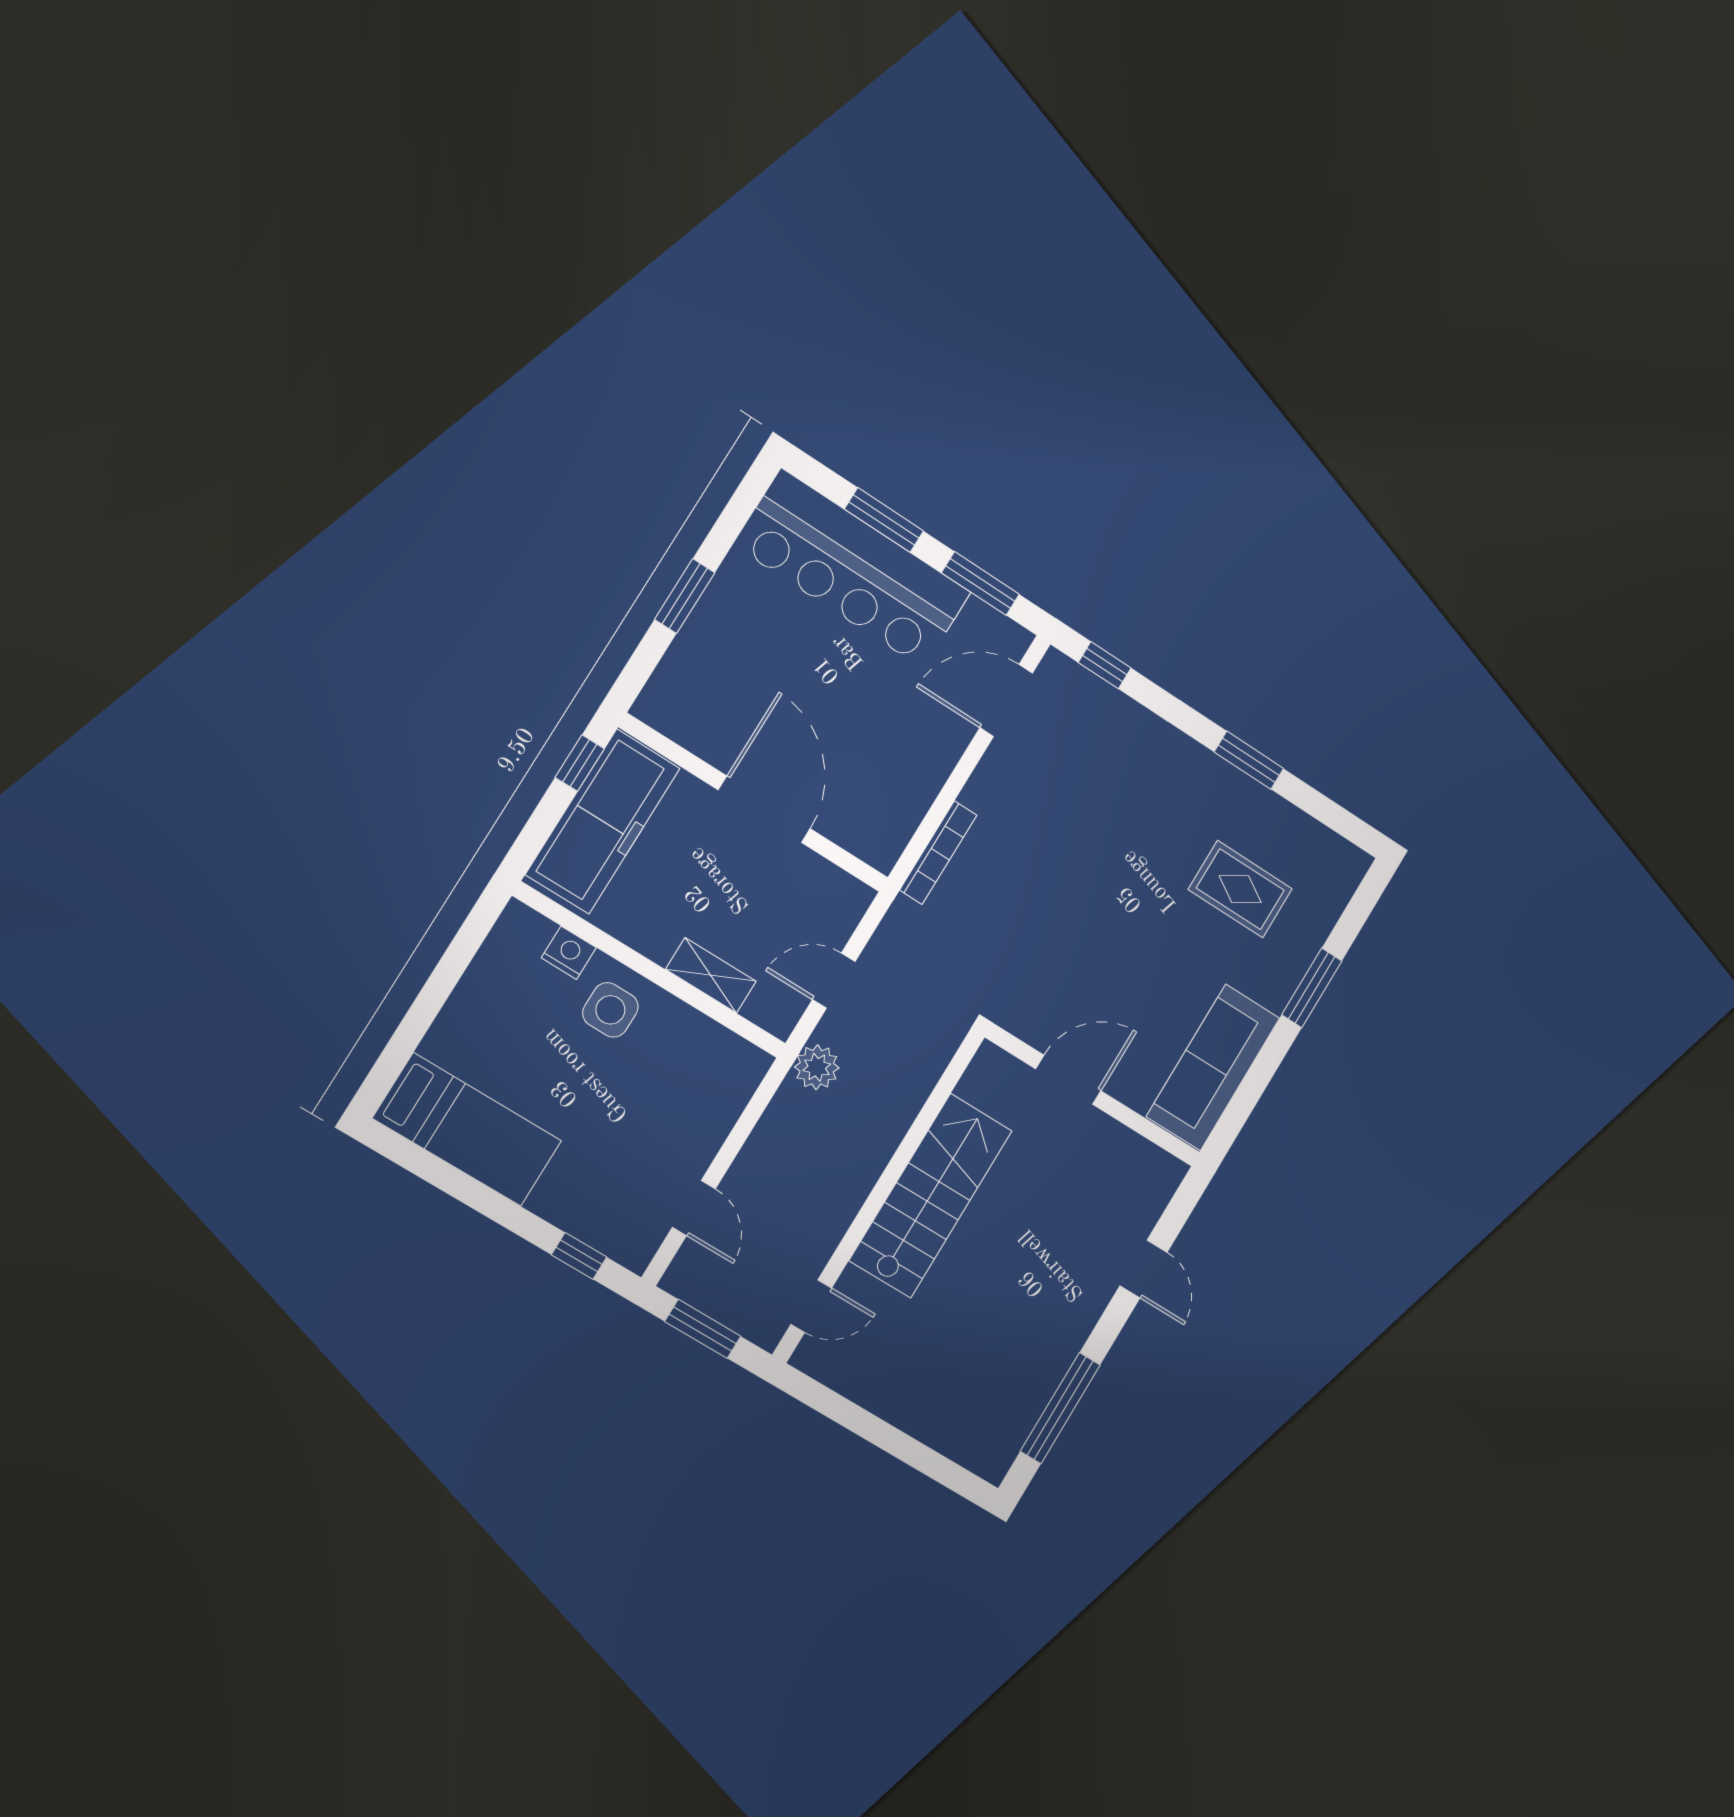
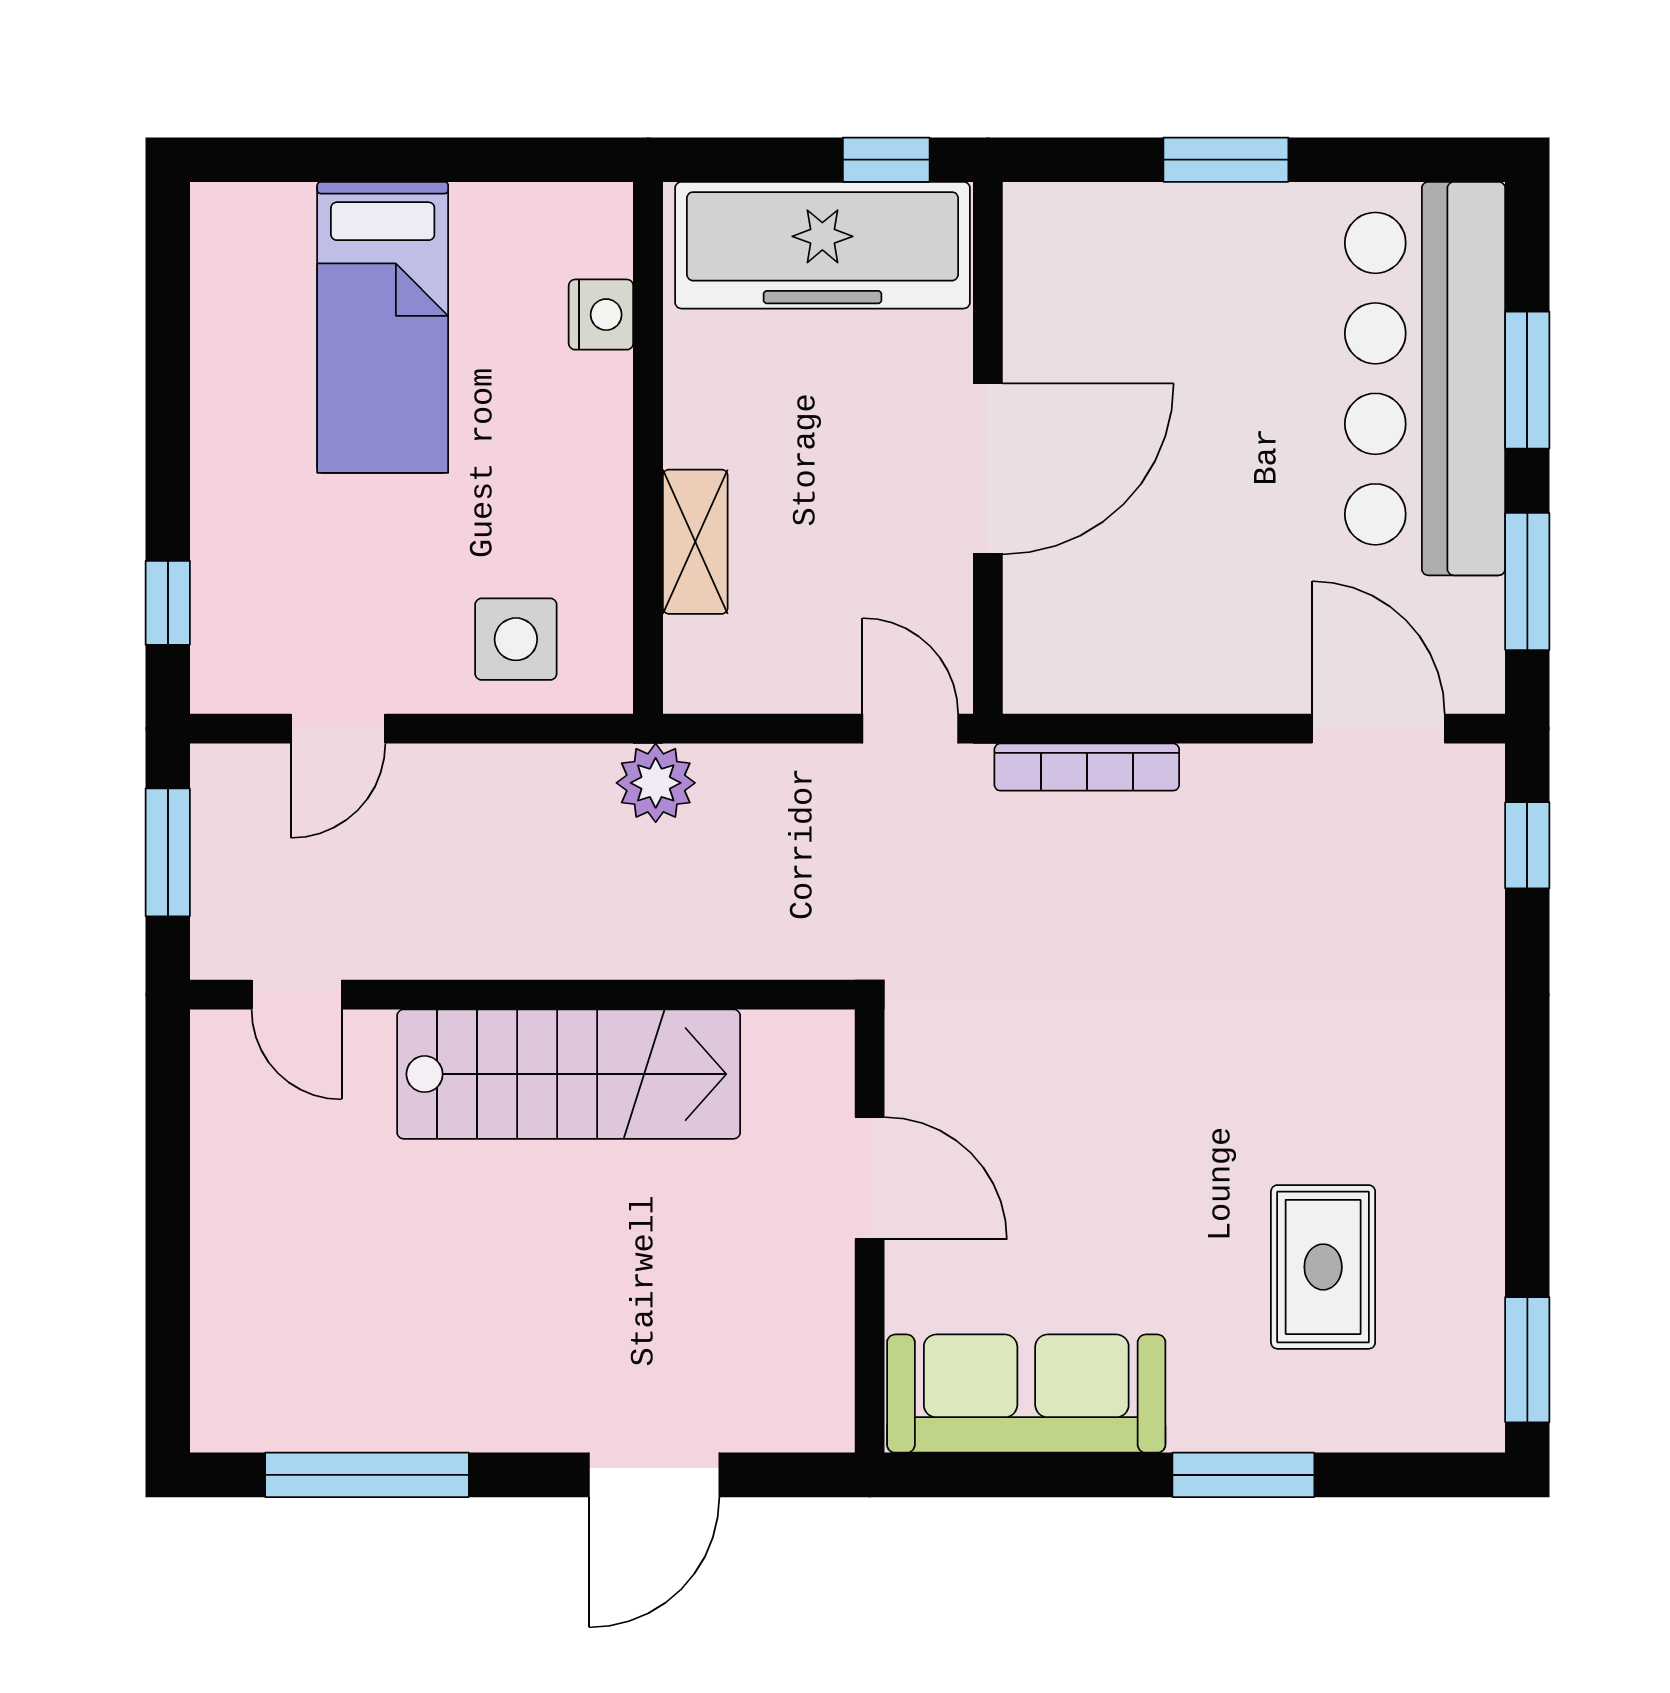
window: (1249, 760) -> (1527, 1360), moved
door: (834, 981) -> (910, 729), moved
side table: (610, 1010) -> (516, 639), moved
bed: (467, 1130) -> (383, 327), moved
door: (1144, 1269) -> (654, 1475), width x1.38

